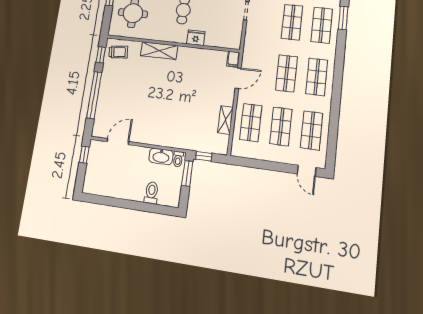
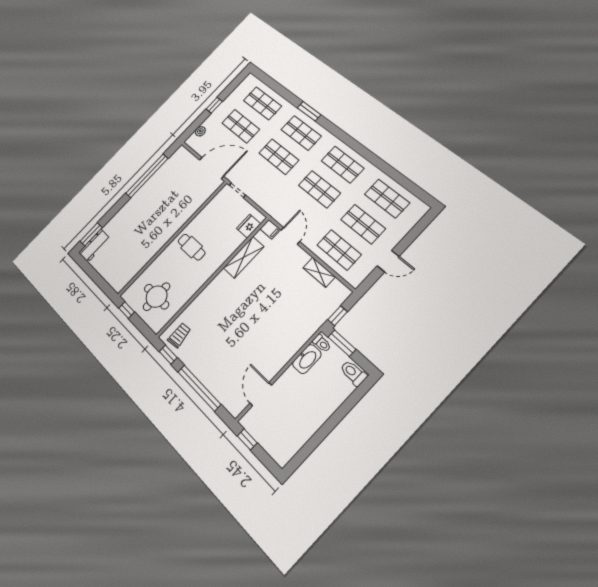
fridge: (196, 38) -> (249, 226), moved
shelving: (159, 51) -> (244, 257), moved
door: (307, 171) -> (388, 261), moved
toilet: (151, 193) -> (353, 373), moved

